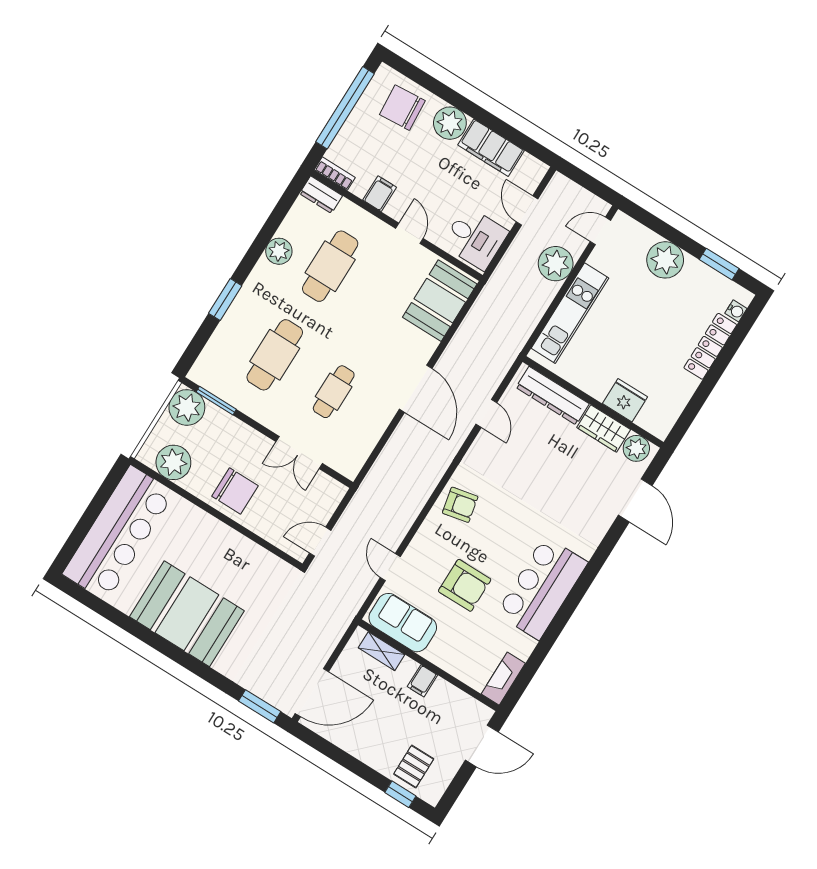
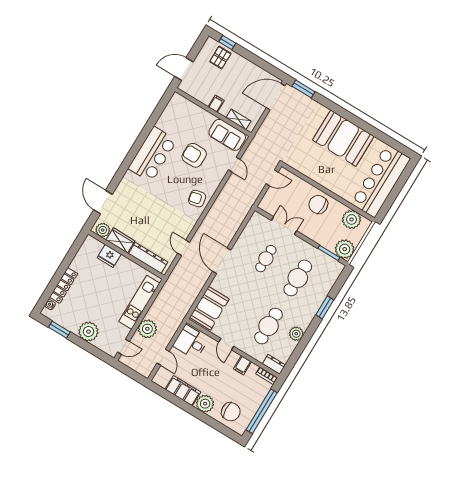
fireplace: (503, 679) -> (173, 105), removed

